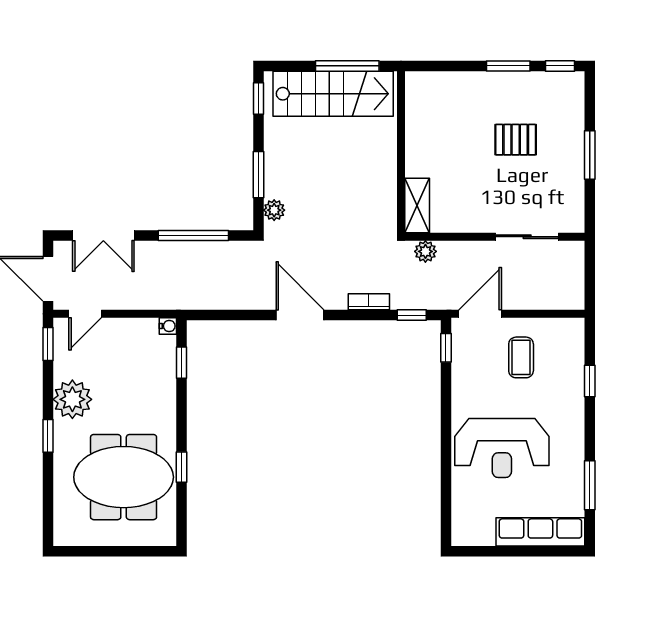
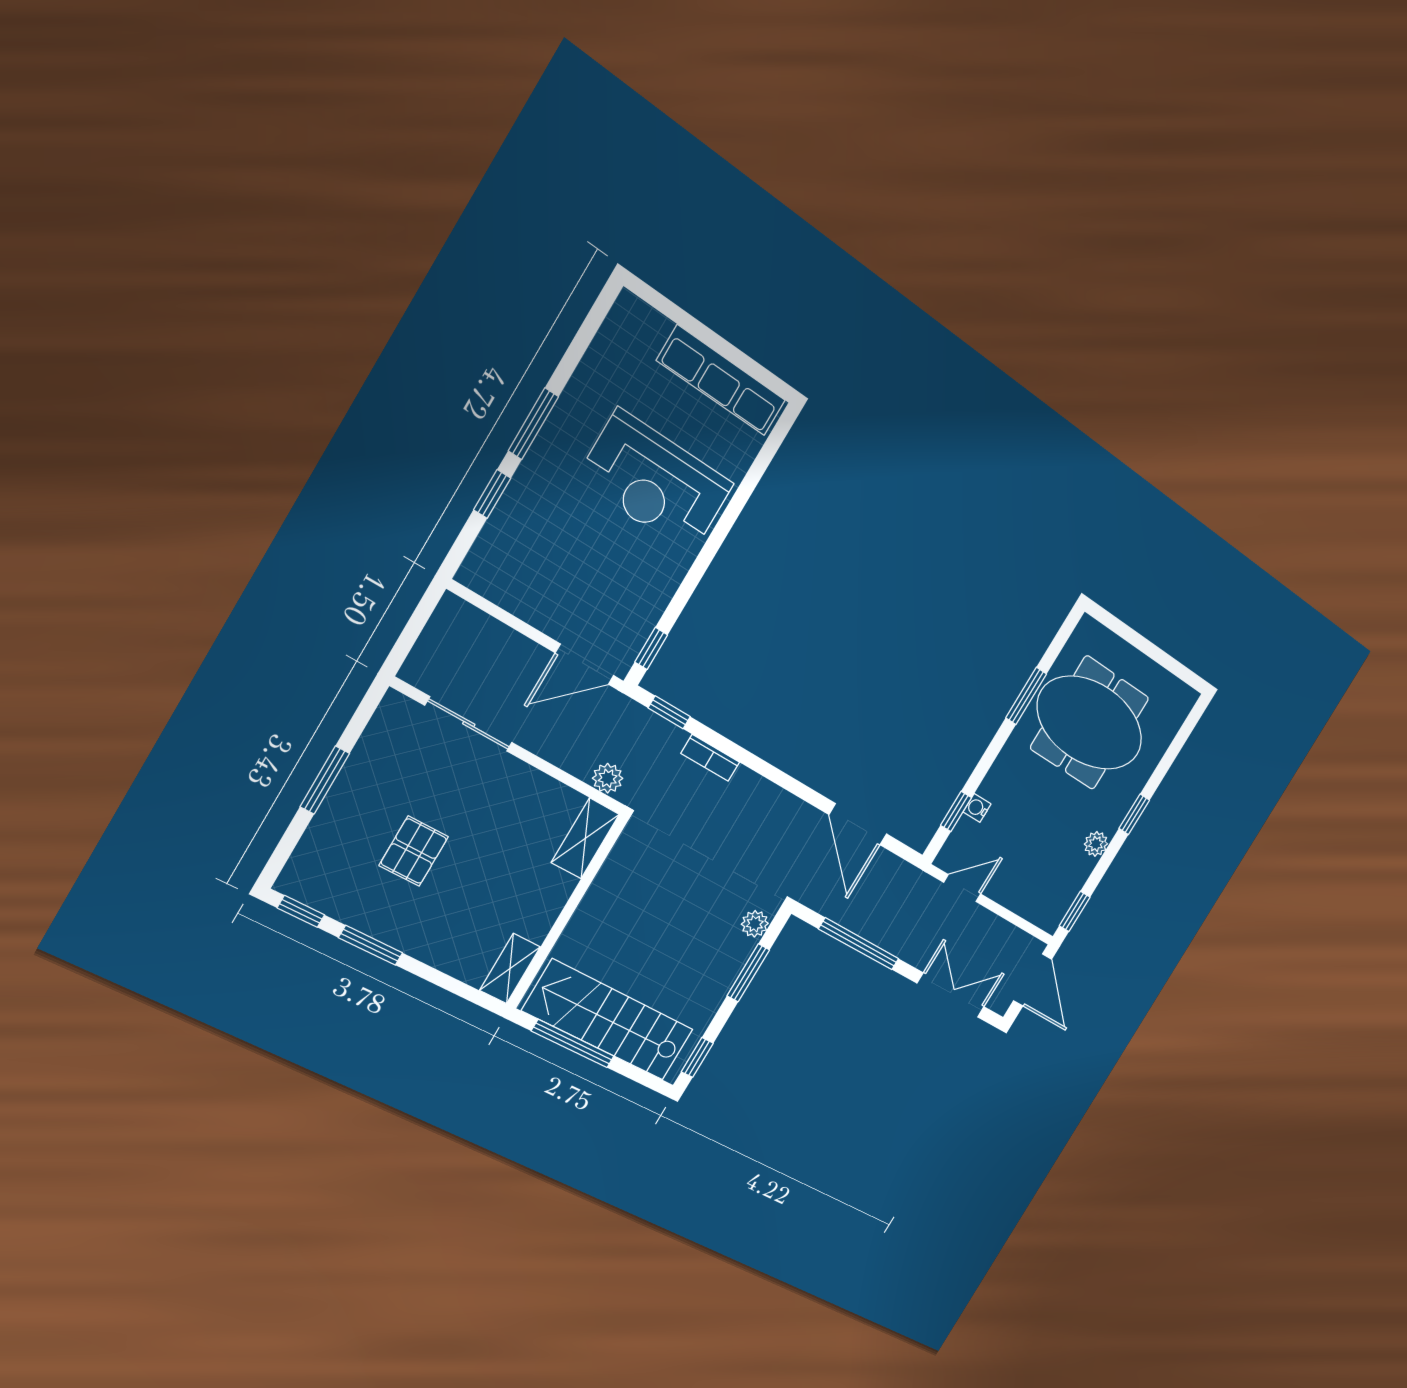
shelving: (416, 95) -> (510, 969), added
pallet: (516, 140) -> (414, 851), turned 90
door: (85, 314) -> (962, 888), moved
door: (300, 315) -> (858, 824), moved
water cooler: (168, 326) -> (977, 808), moved
coffee table: (521, 357) -> (565, 579), removed
plant: (72, 399) -> (1096, 844), width x0.53, depth x0.53
reception desk: (502, 448) -> (655, 482), turned 180
window: (181, 467) -> (1026, 696), width x1.50
window: (590, 485) -> (533, 424), moved
row of seats: (540, 532) -> (721, 381), moved

